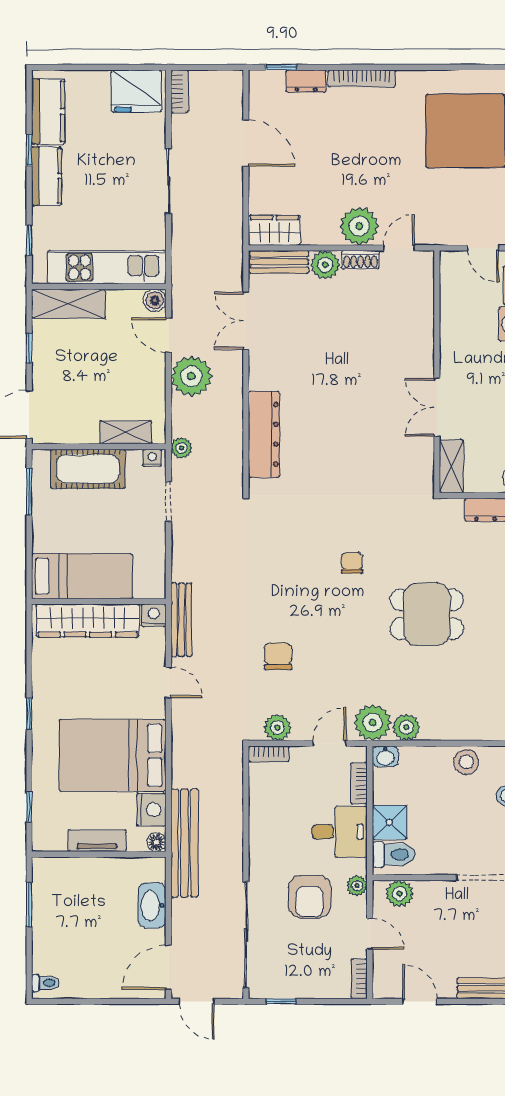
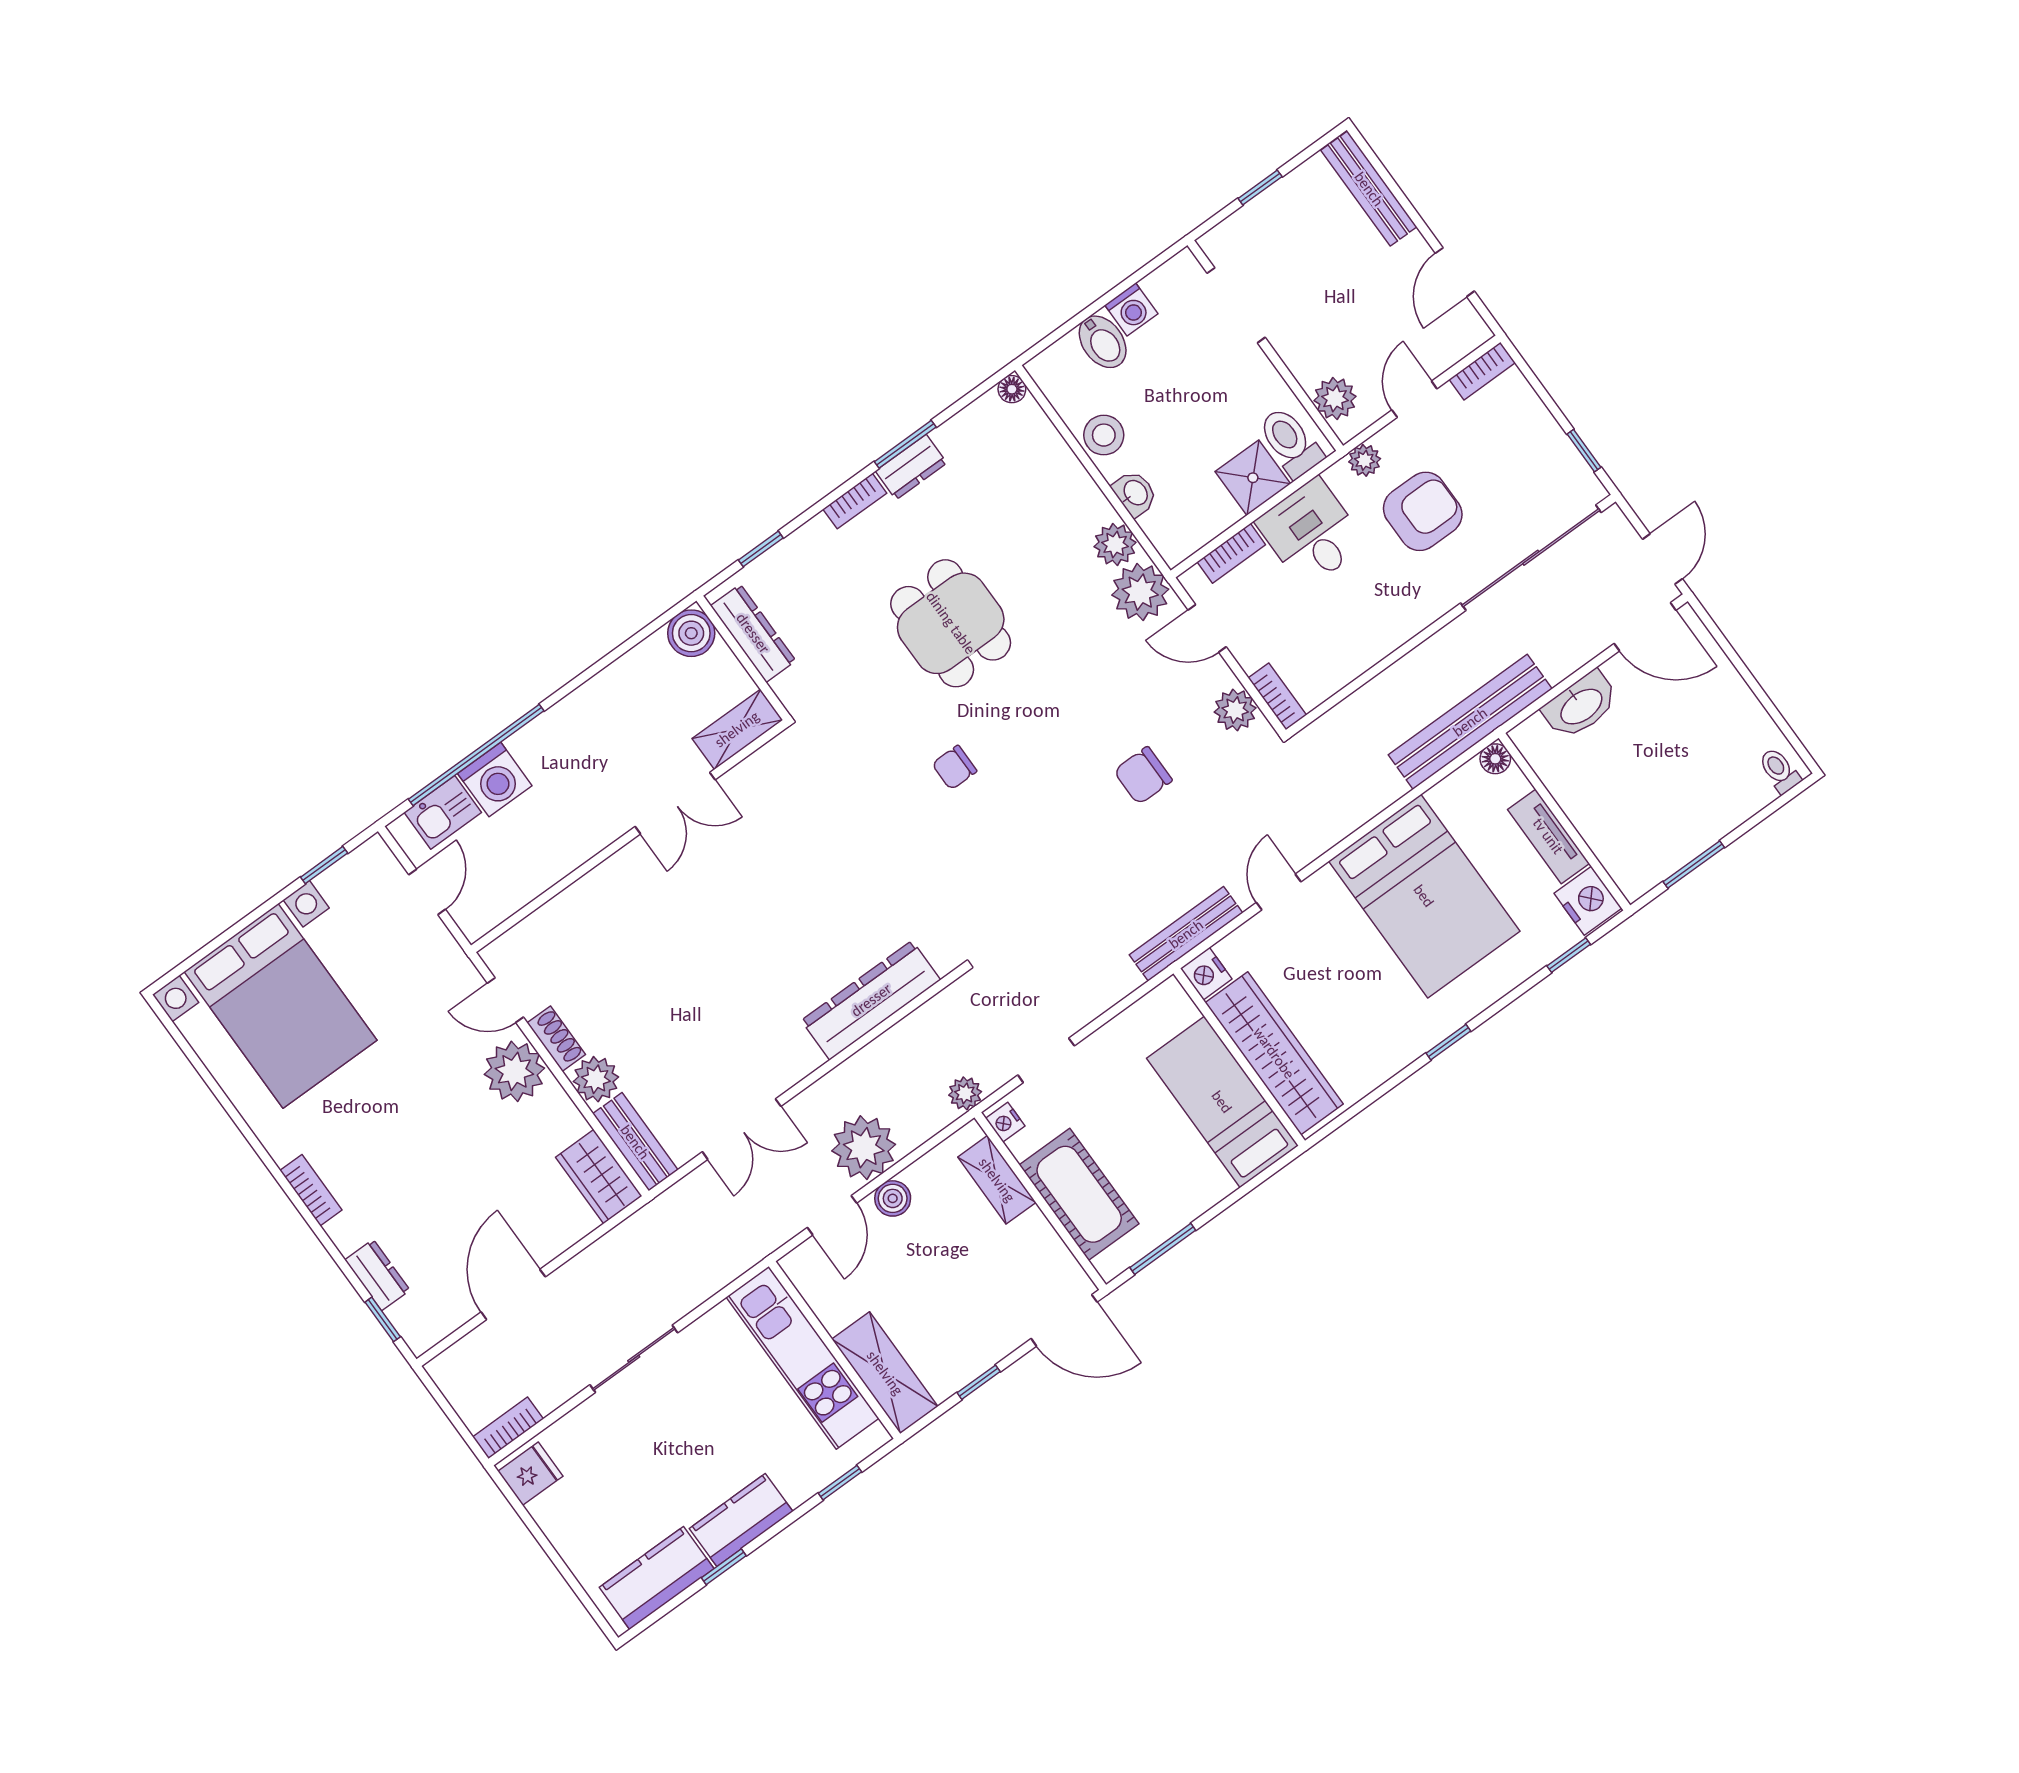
bookcase: (362, 78) -> (311, 1190), width x0.64
fridge: (136, 91) -> (530, 1474), width x0.53, depth x0.75
boiler: (155, 300) -> (893, 1198), moved
washbasin: (385, 756) -> (1135, 493), moved
nightstand: (151, 810) -> (1588, 901), moved, turned 90

